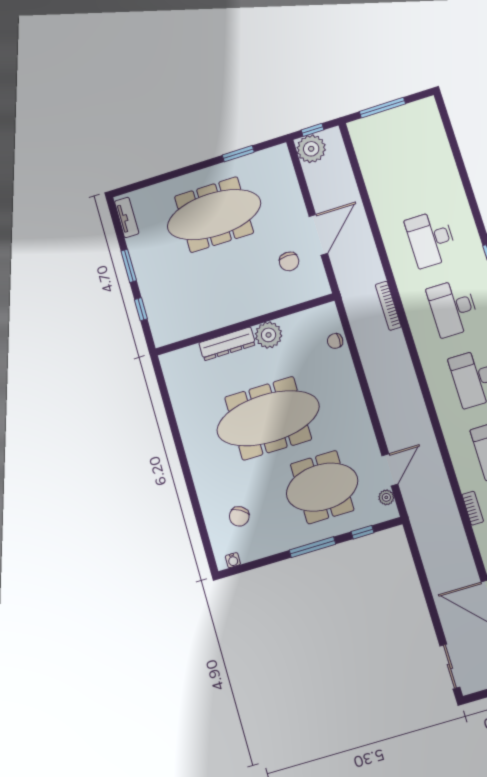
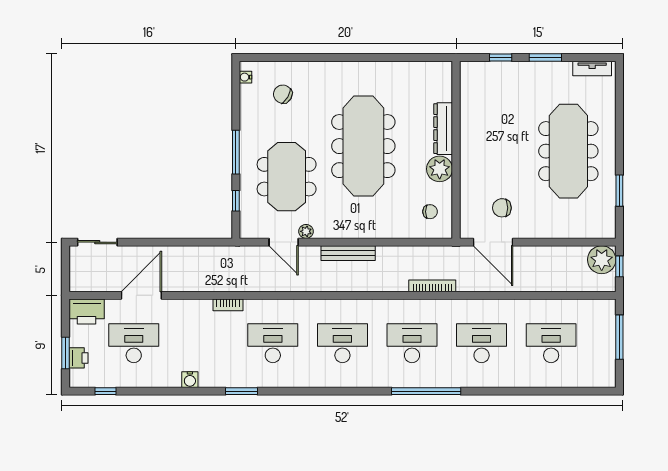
desk: (409, 171) -> (551, 343), added
door: (318, 235) -> (493, 242), moved
chair: (335, 341) -> (430, 212), moved, turned 90
bench: (381, 400) -> (348, 253), added
plant: (386, 497) -> (306, 231), moved

